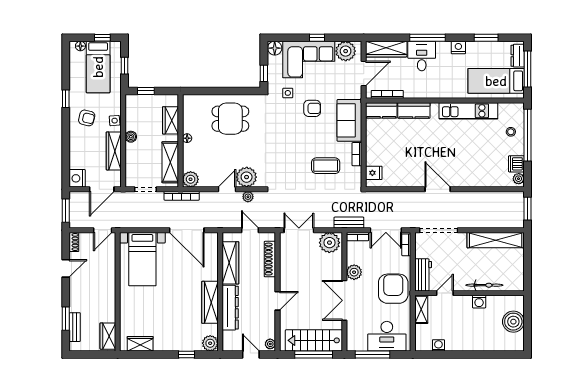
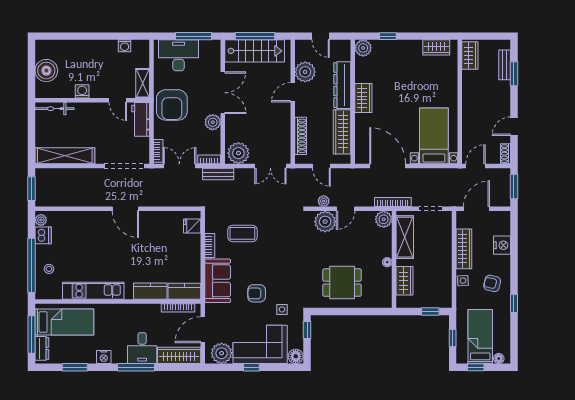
boiler: (131, 137) -> (446, 264), removed
nightstand: (77, 178) -> (502, 245), moved
bicycle: (484, 285) -> (55, 109), moved
door: (445, 293) -> (118, 100), hinge flipped
wardrobe: (210, 302) -> (363, 98), width x0.67
plant: (270, 344) -> (305, 72), moved, width x1.88, depth x1.88

